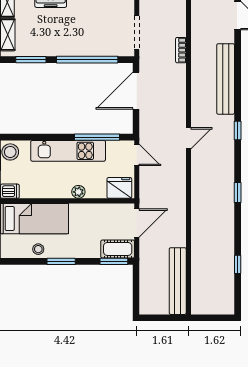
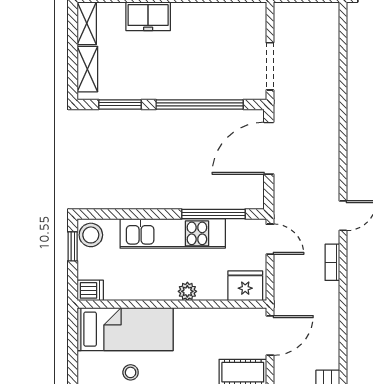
bookcase: (181, 50) -> (332, 262), moved

